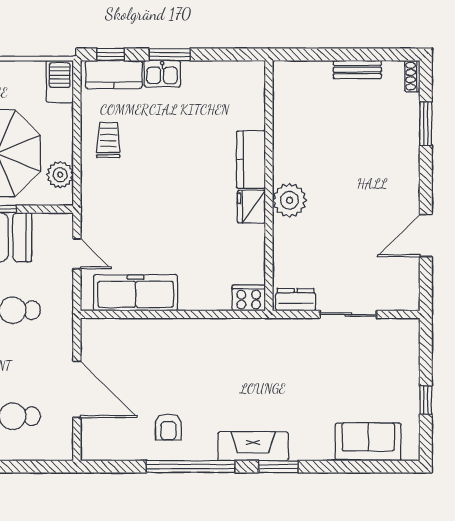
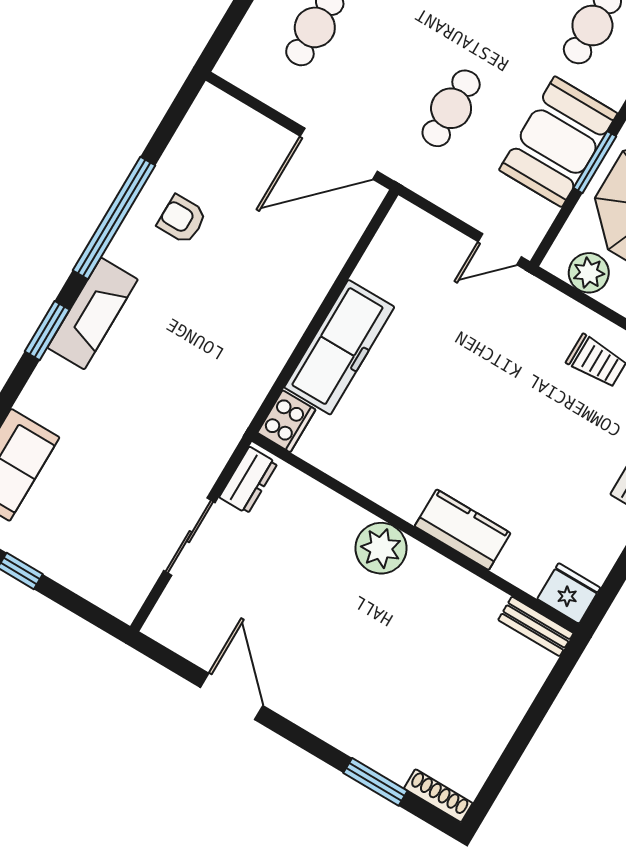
bench: (357, 70) -> (536, 626), moved, turned 90
shoe rack: (412, 76) -> (438, 796), width x1.43
fridge: (251, 207) -> (569, 593), moved
door: (77, 254) -> (500, 249), moved
freezer: (136, 293) -> (339, 347), moved
door: (77, 389) -> (339, 154), moved

